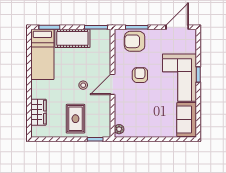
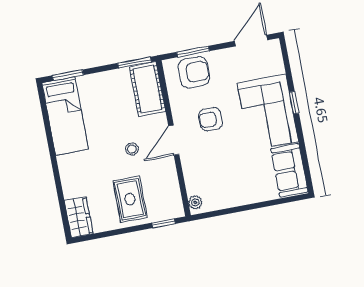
cot: (72, 38) -> (147, 89), moved, turned 90
armchair: (135, 41) -> (194, 72), turned 180
armchair: (140, 75) -> (210, 119), turned -90
wardrobe: (39, 112) -> (79, 217), moved

